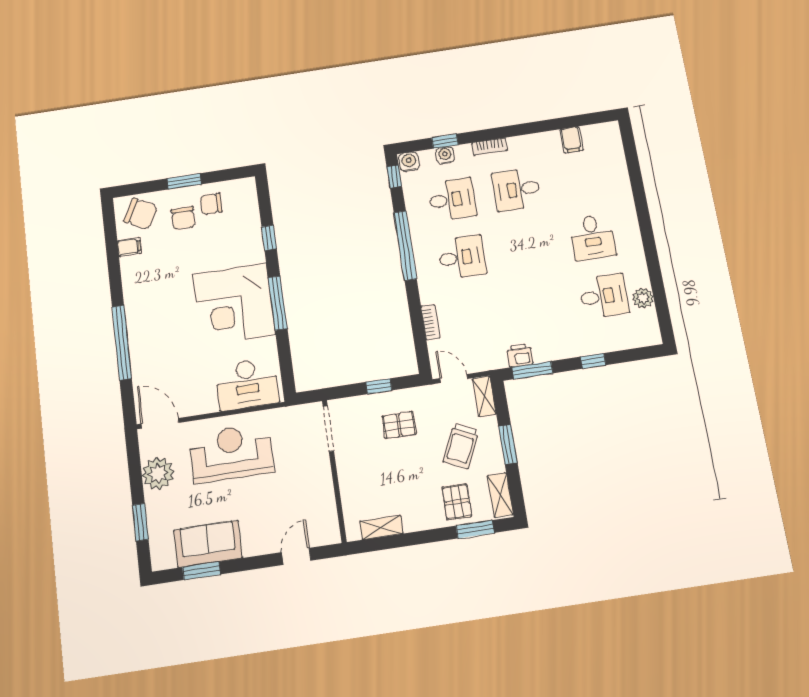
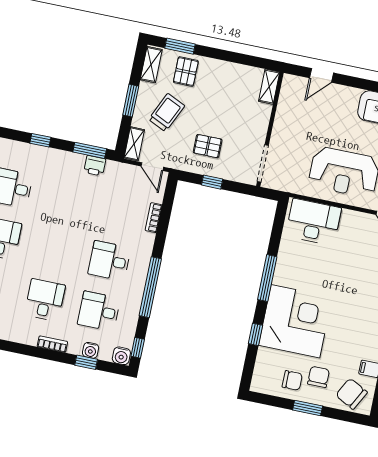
desk: (517, 189) -> (45, 300), turned -90
corner desk: (234, 304) -> (295, 321), moved
shelving: (381, 527) -> (269, 87), moved, turned 90

